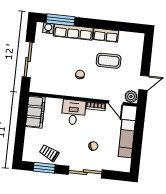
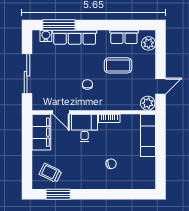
row of seats: (106, 35) -> (124, 37), moved
plant: (137, 44) -> (149, 43), added
door: (116, 103) -> (61, 112), moved
exam couch: (127, 139) -> (148, 135), moved
trolley: (49, 153) -> (50, 173), moved
sliding door: (85, 172) -> (105, 194), removed

